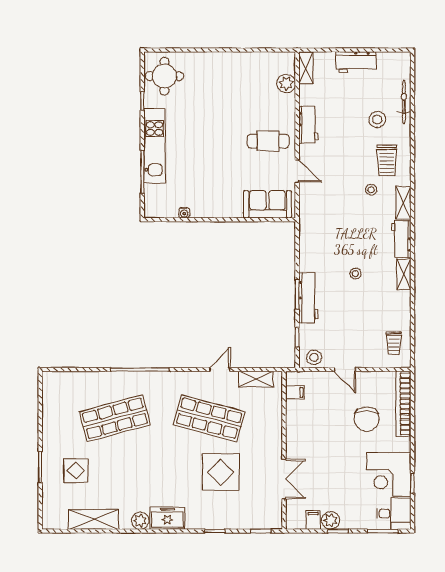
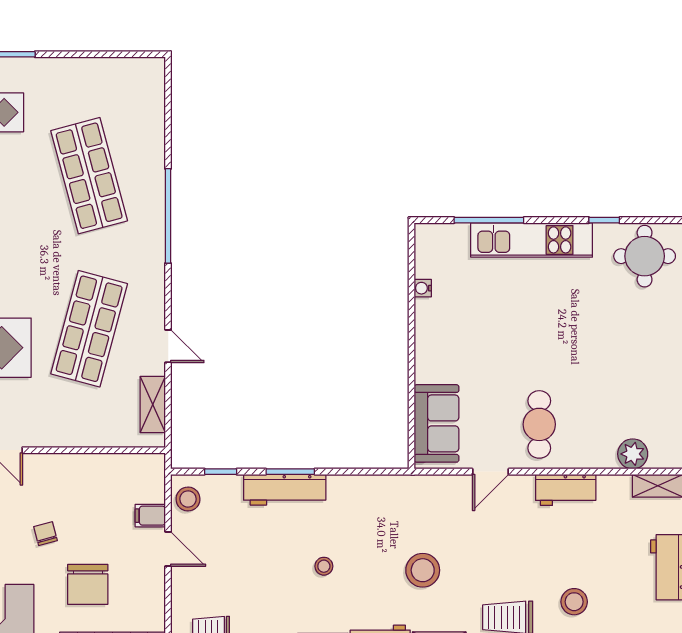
stool: (371, 190) -> (423, 570), moved, width x1.89, depth x1.89
door: (345, 370) -> (168, 549), swing flipped
filing cabinet: (295, 392) -> (150, 516), moved, turned 90
chair: (367, 419) -> (88, 584), turned -90
chair: (335, 445) -> (46, 534), added

